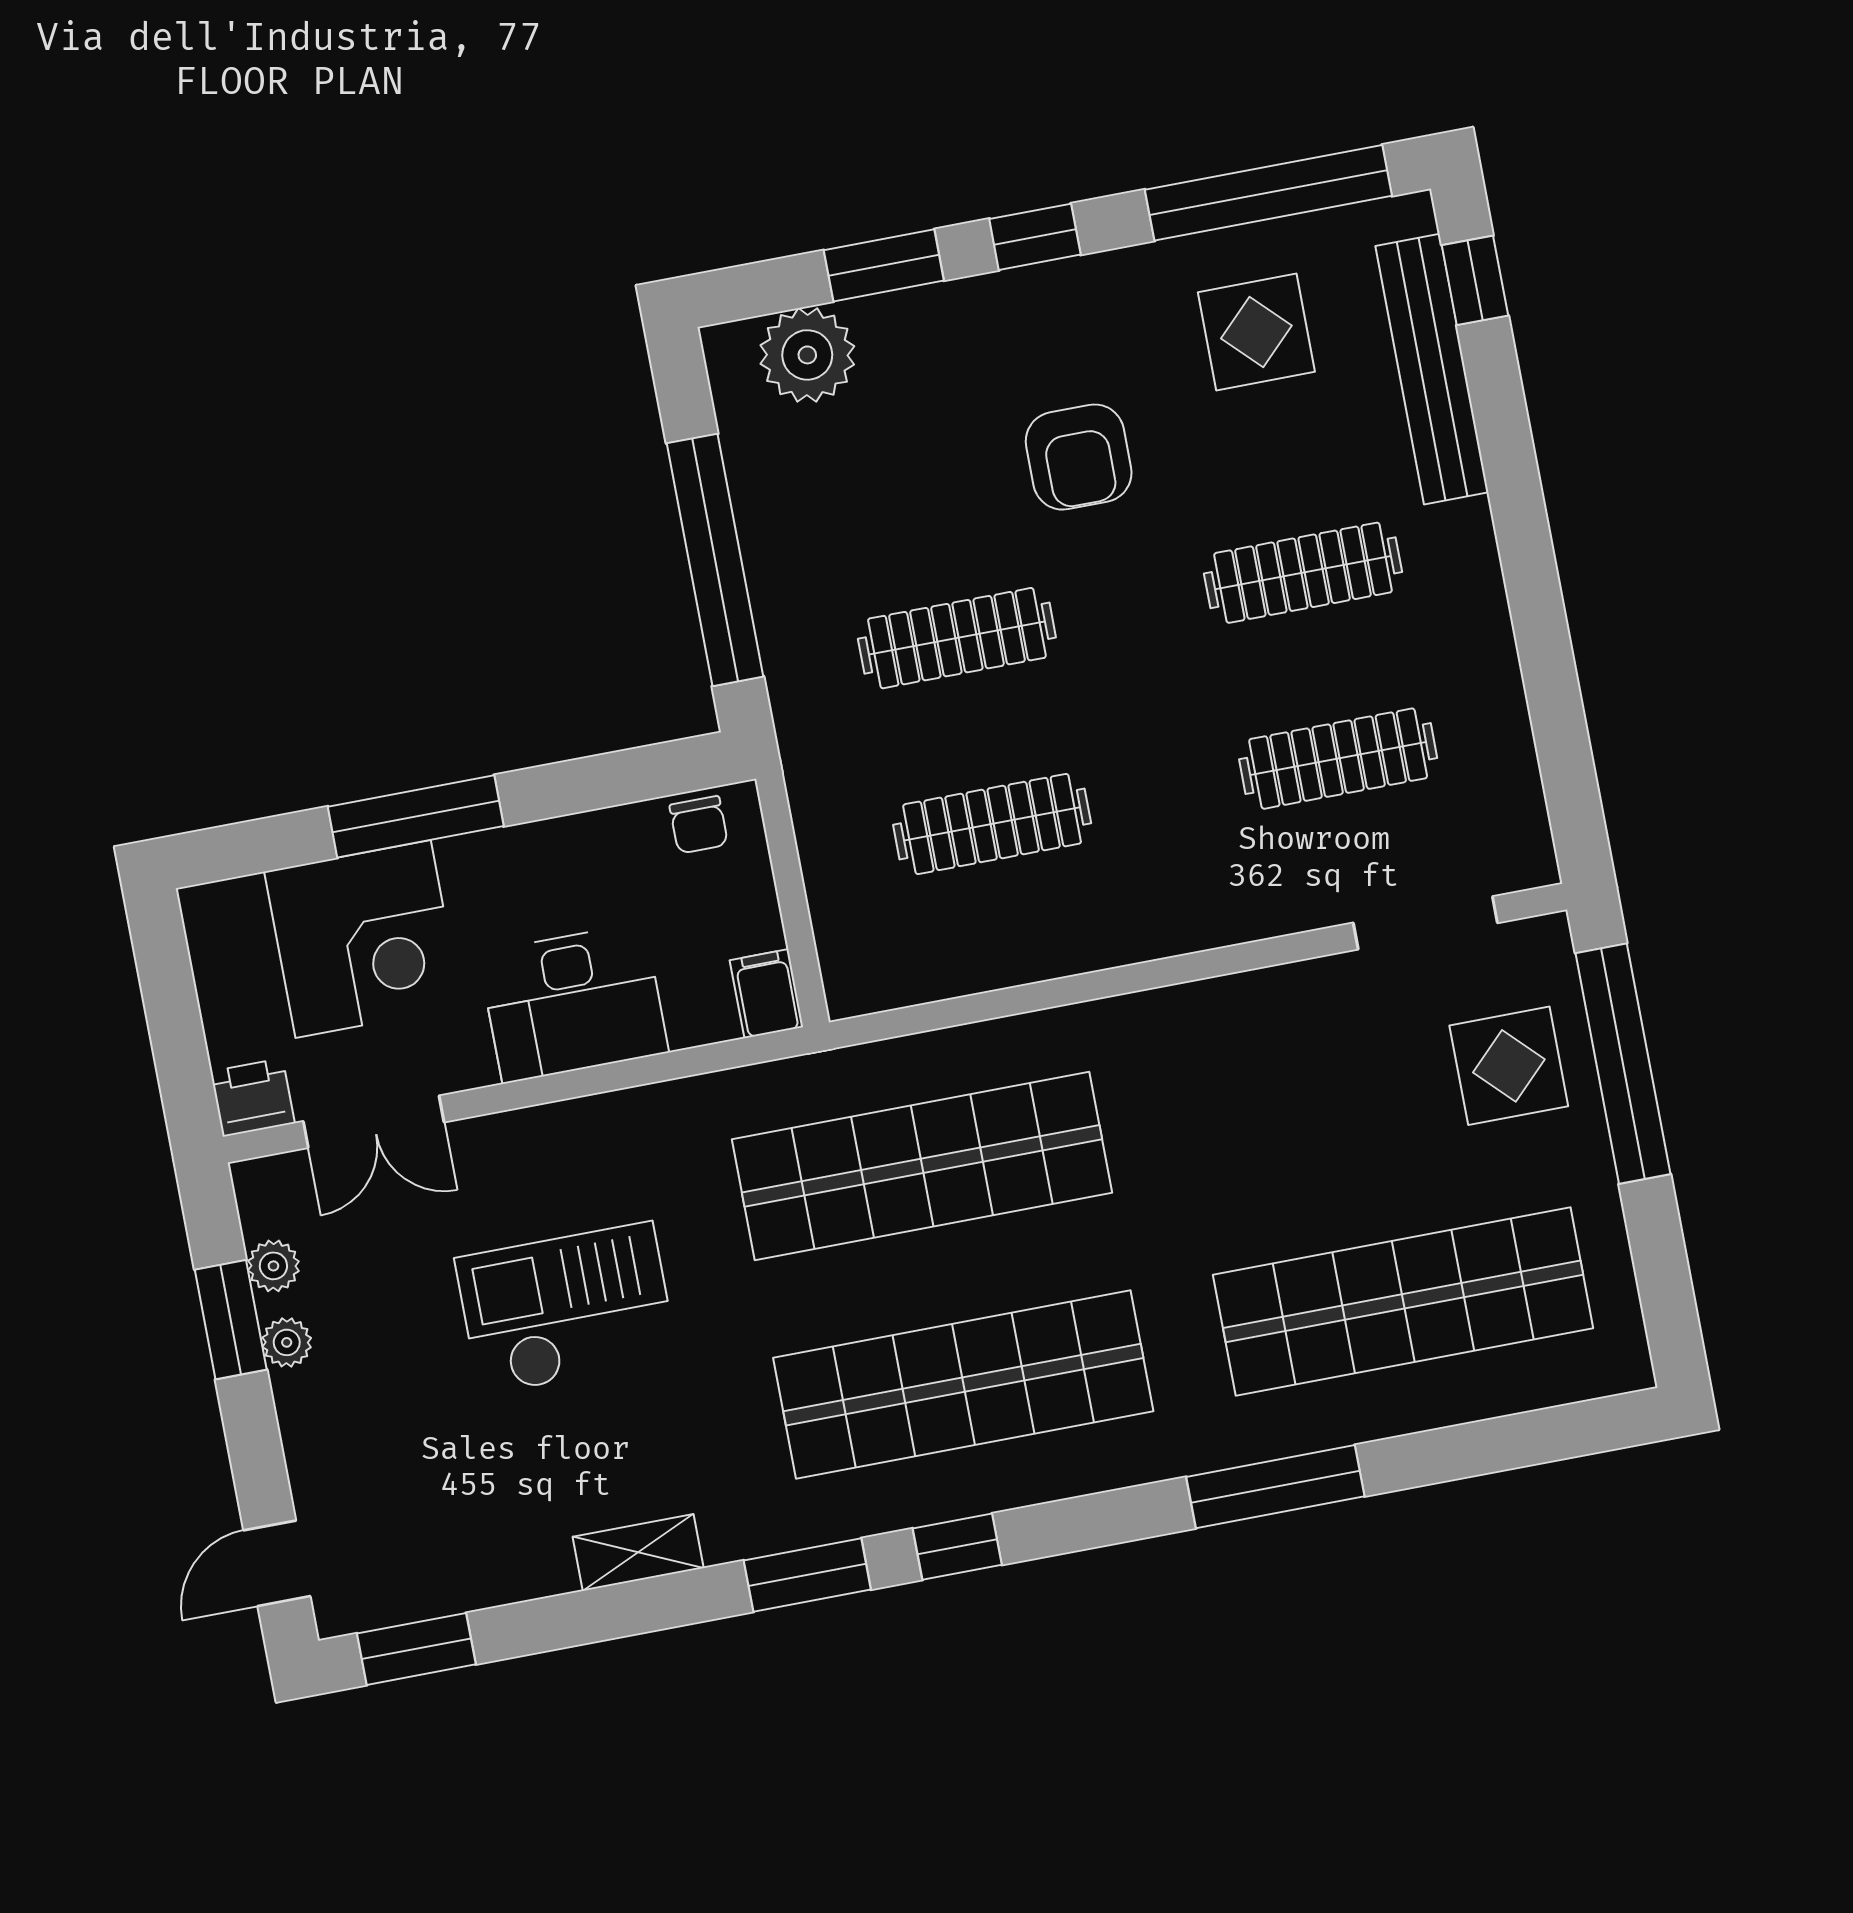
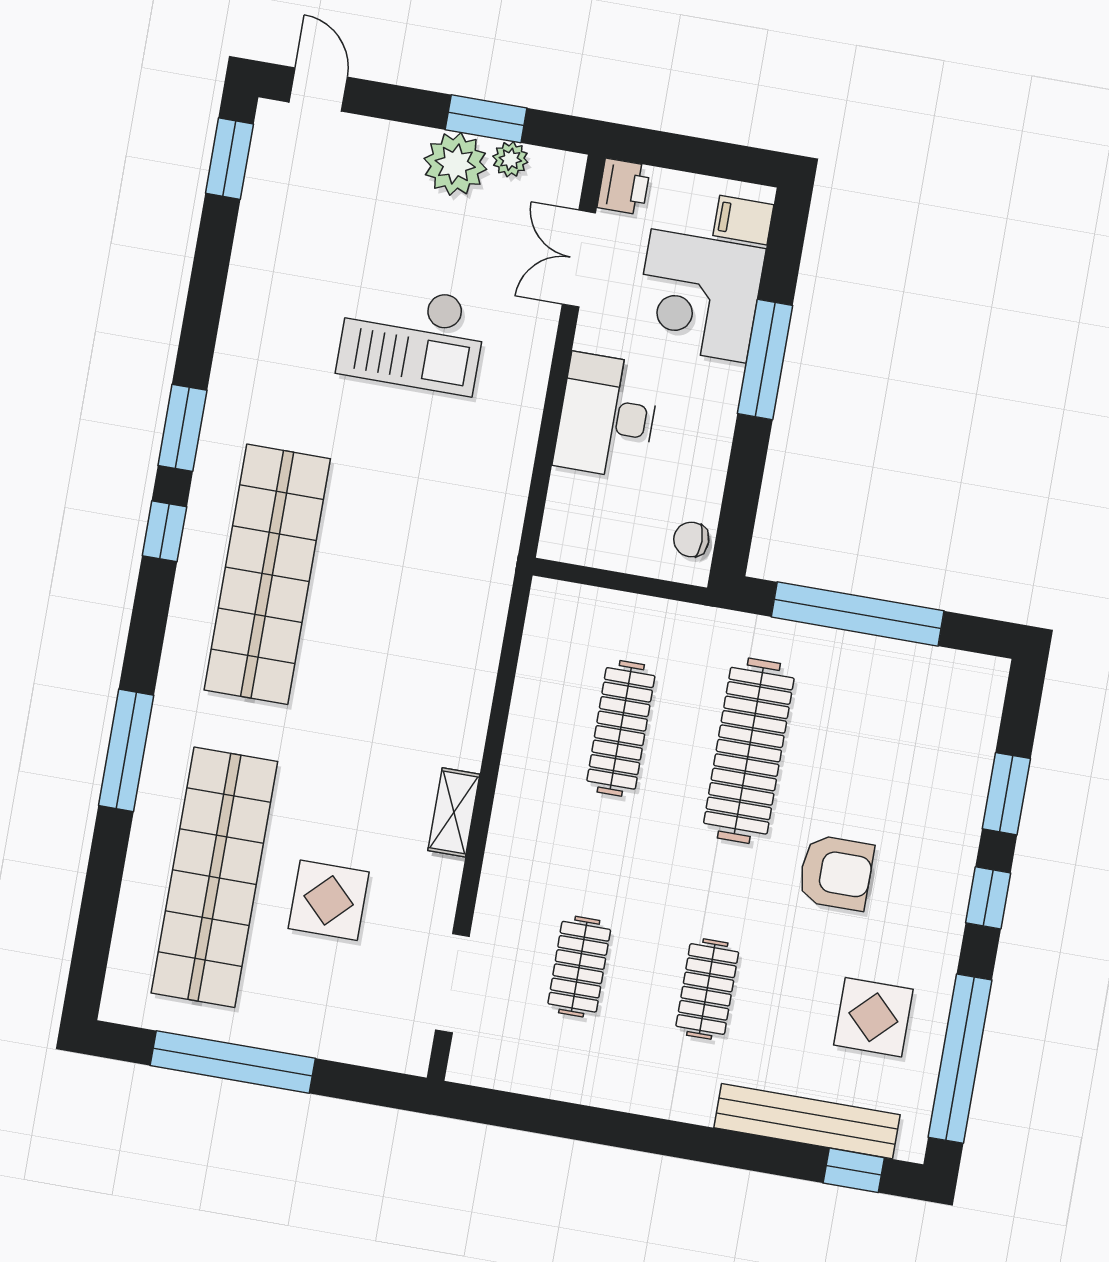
plant: (807, 355) -> (967, 723), removed
armchair: (1079, 457) -> (836, 873), turned 180
clothes rail: (1303, 573) -> (707, 989), width x0.73
clothes rail: (957, 638) -> (749, 751), width x1.37, depth x1.31
clothes rail: (1338, 759) -> (579, 967), width x0.73
filing cabinet: (767, 994) -> (743, 220), moved, turned 180
window: (1623, 1064) -> (233, 1062), moved
display table: (1509, 1066) -> (329, 900), moved
shop shelf: (922, 1166) -> (418, 601), removed
checkout: (566, 1309) -> (412, 337), turned 90
plant: (287, 1342) -> (455, 164), width x1.87, depth x1.87
shelving: (638, 1552) -> (454, 812), moved

